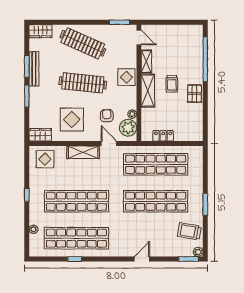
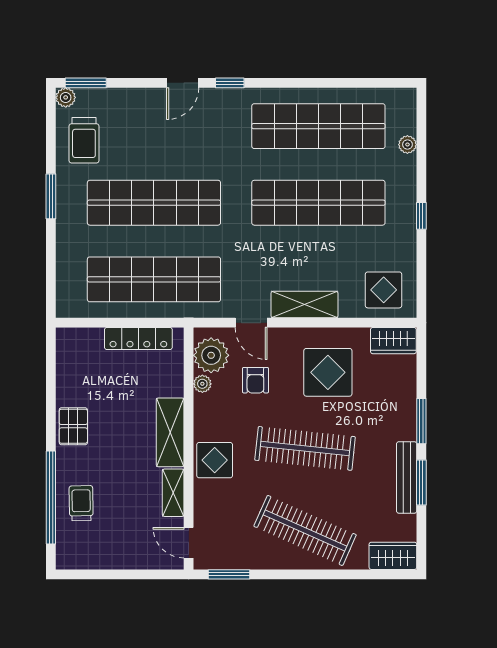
trolley: (172, 84) -> (81, 503), moved
locker: (163, 136) -> (138, 339), width x1.53
trolley: (189, 231) -> (84, 140), turned 80
window: (75, 259) -> (230, 83), moved

